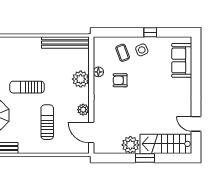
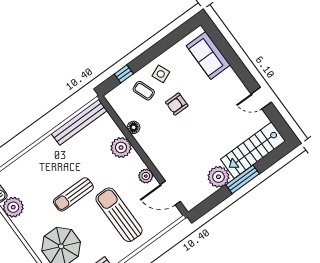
window: (150, 32) -> (124, 74), moved
armchair: (120, 80) -> (177, 104), moved
sun lounger: (47, 122) -> (119, 215), width x1.36, depth x1.34
door: (196, 124) -> (261, 98), moved
window: (145, 158) -> (243, 179), width x1.44

